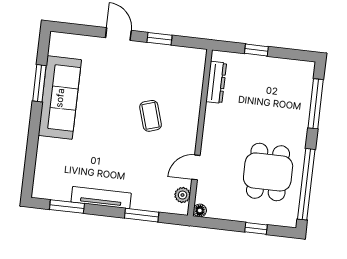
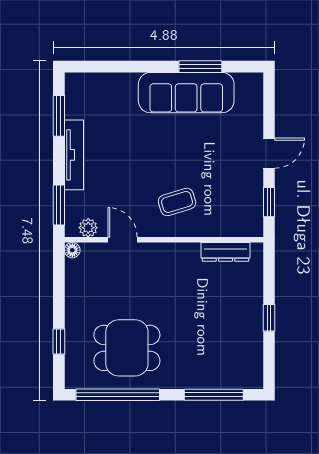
dresser: (216, 82) -> (225, 252), moved
wall: (200, 133) -> (164, 240), moved
door: (196, 167) -> (123, 240), moved
plant: (183, 195) -> (88, 228), moved
floor lamp: (200, 210) -> (72, 250), moved

